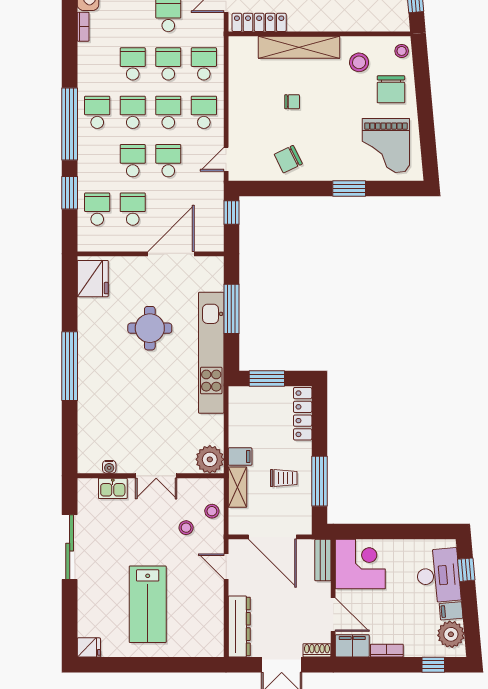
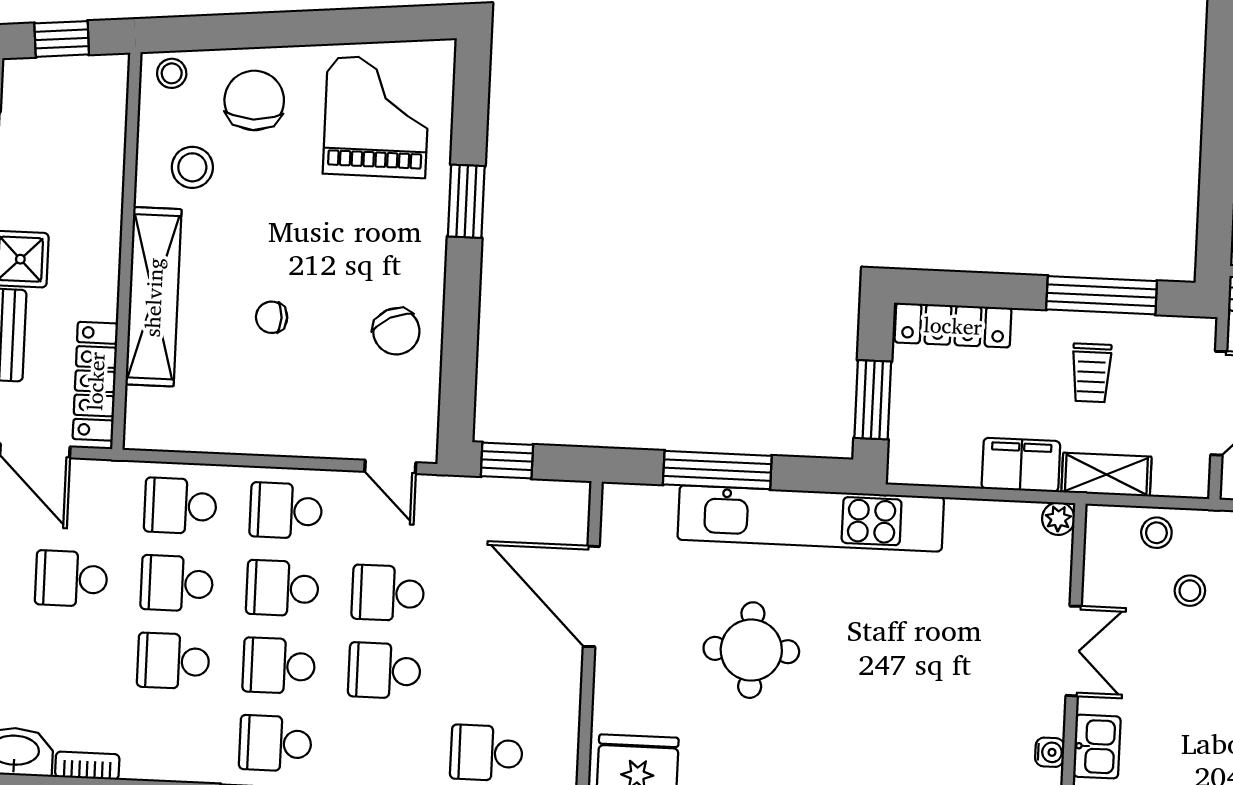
chair: (391, 89) -> (254, 100), turned -90
chair: (292, 102) -> (272, 317), turned -90
grand piano: (386, 146) -> (377, 117), turned -90
school desk: (133, 209) -> (490, 675), removed
filing cabinet: (240, 457) -> (1021, 465), width x2.00
plant: (210, 459) -> (1058, 519), width x0.53, depth x0.53
trolley: (284, 478) -> (1091, 373), turned 180

